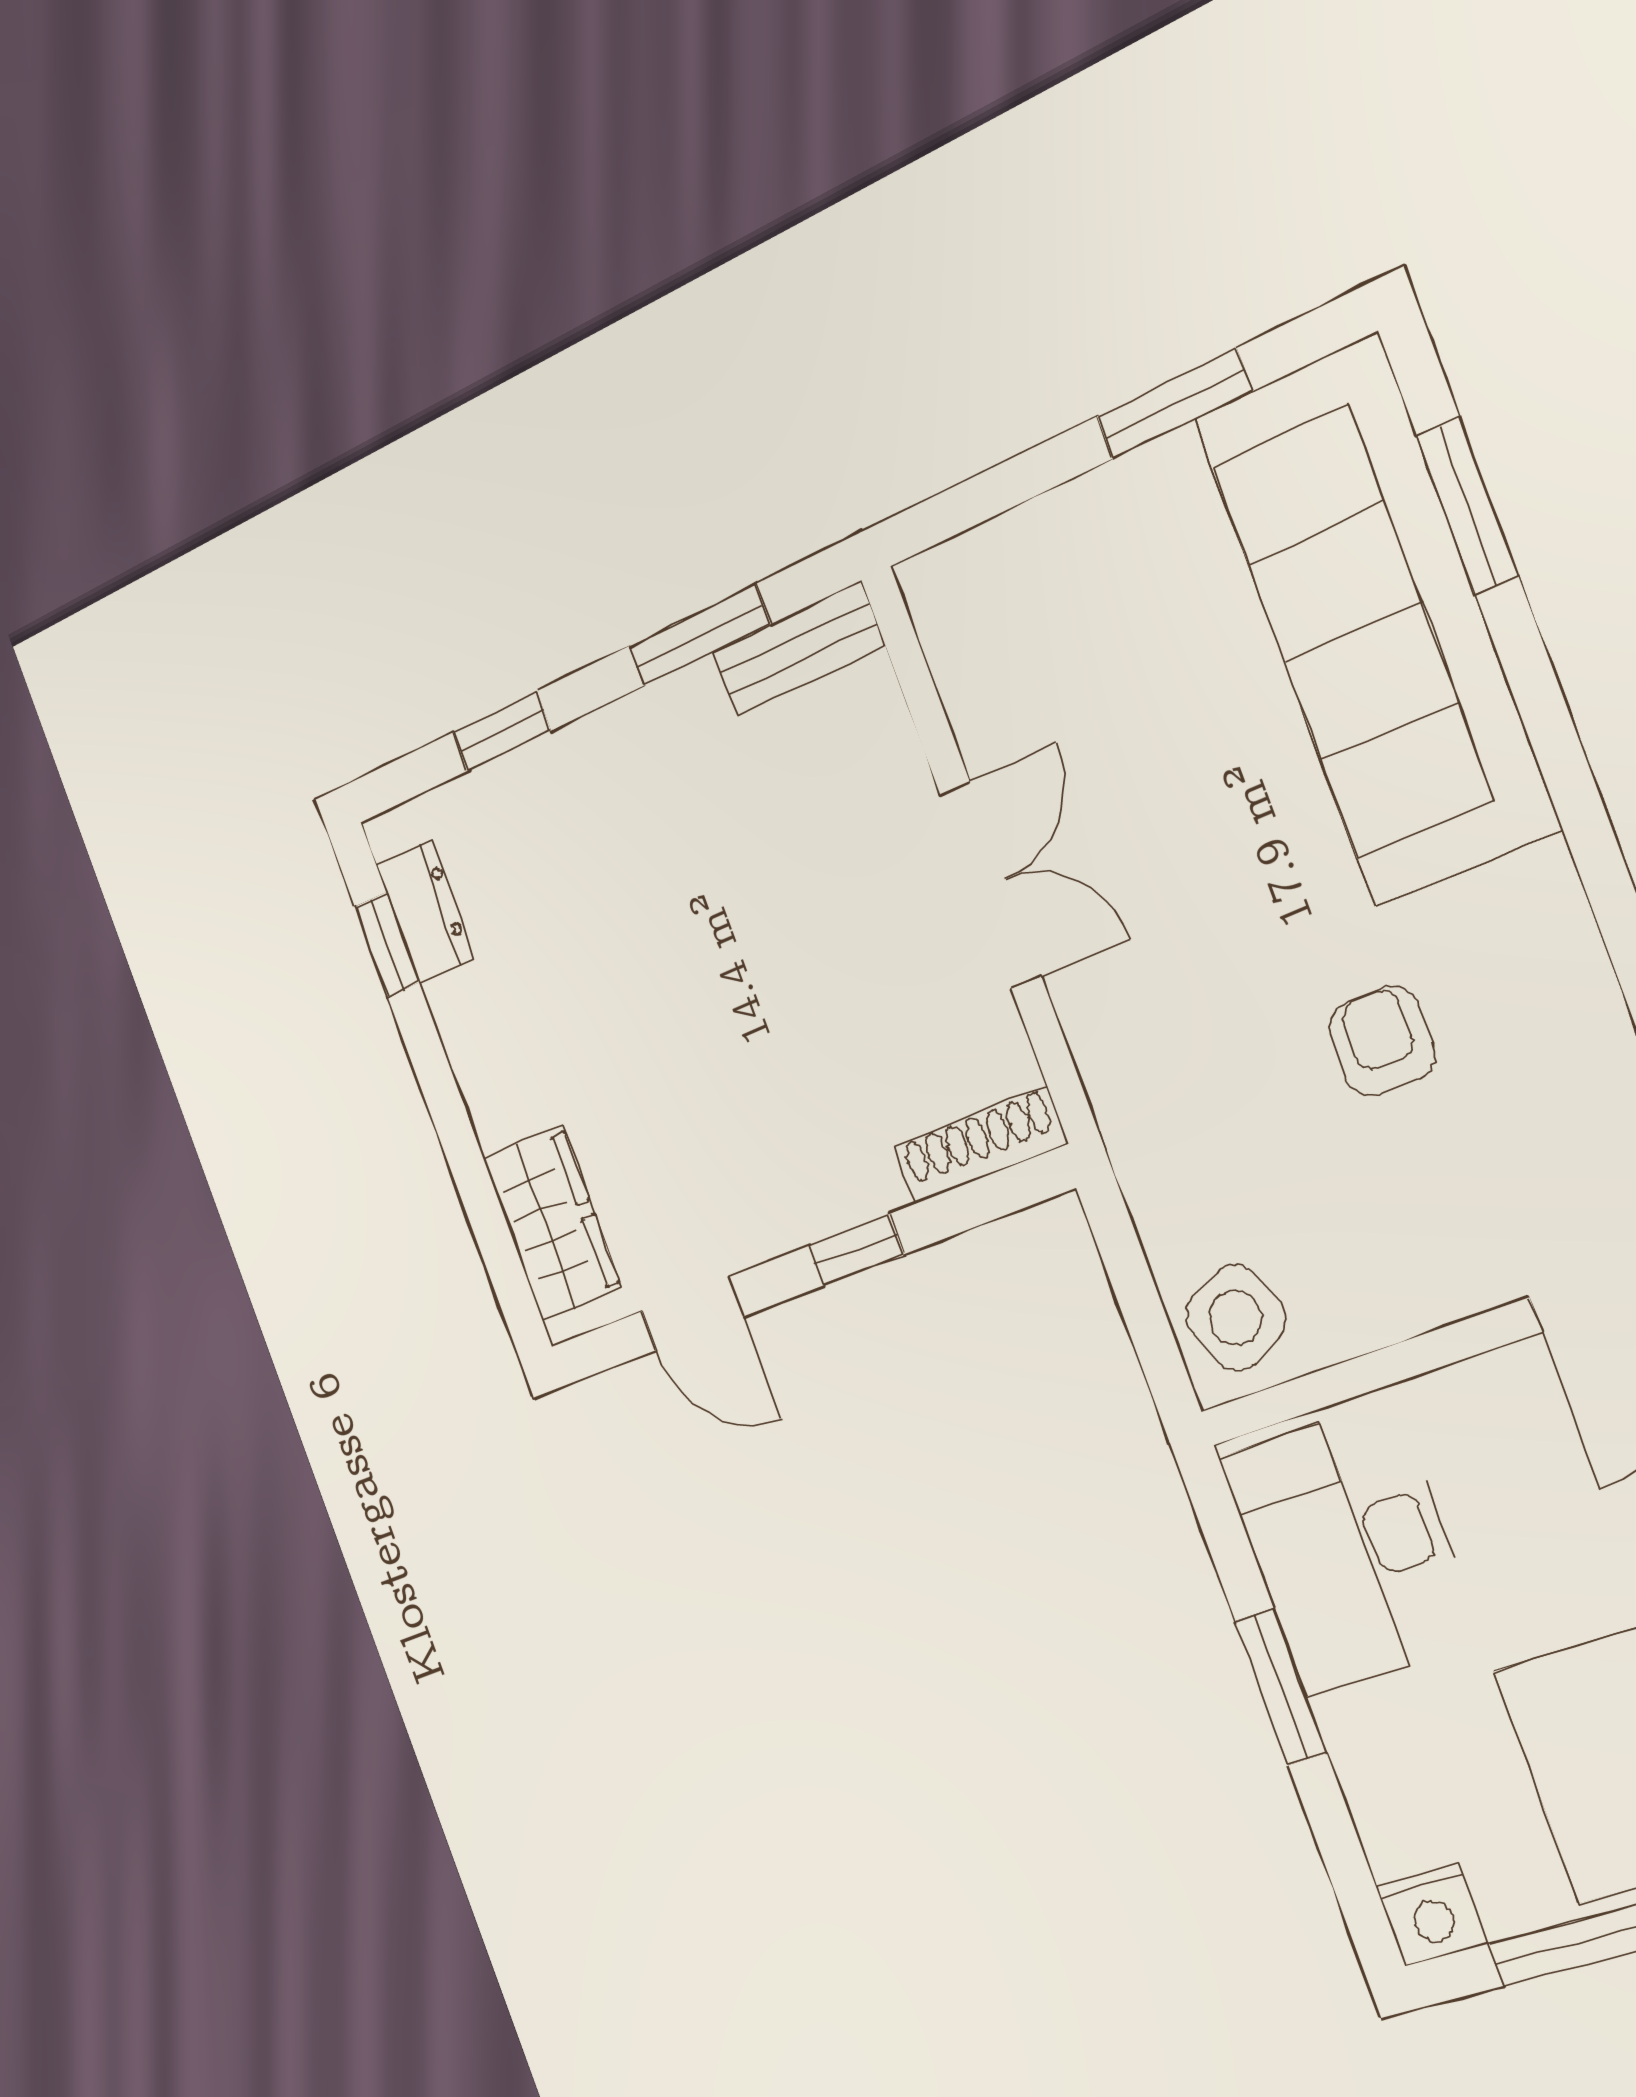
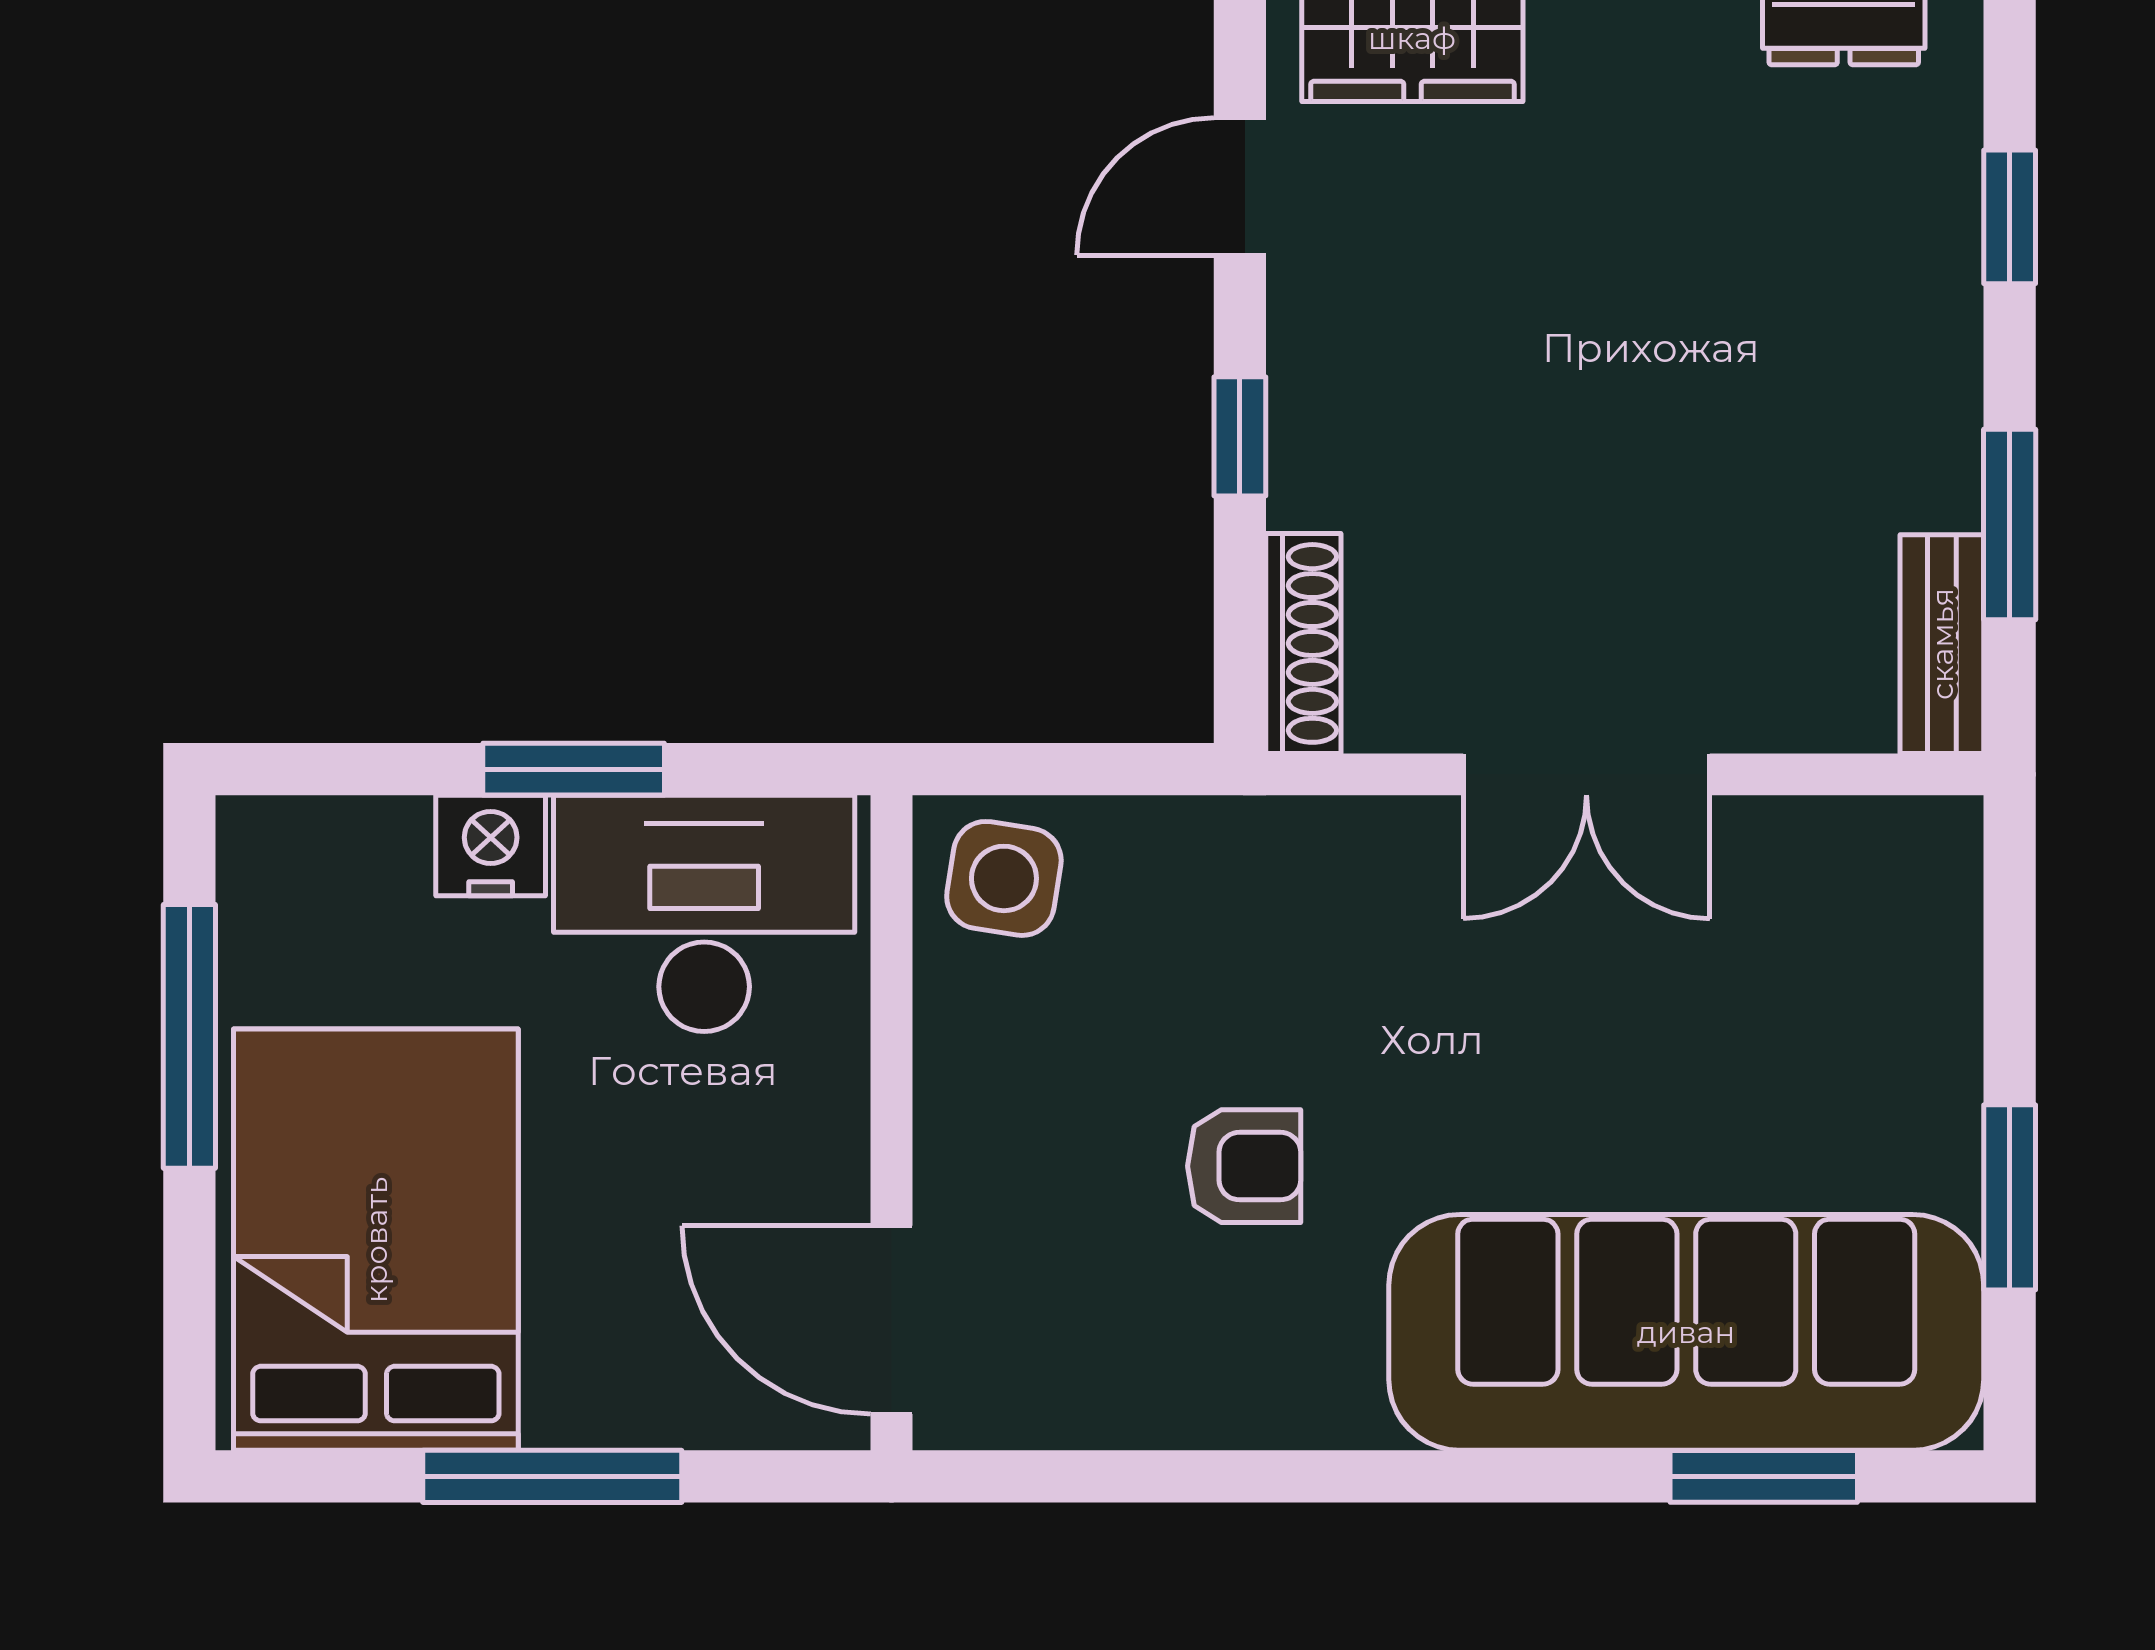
side table: (1236, 1317) -> (1004, 878), turned 34
nightstand: (1432, 1915) -> (491, 846), moved, turned 90

